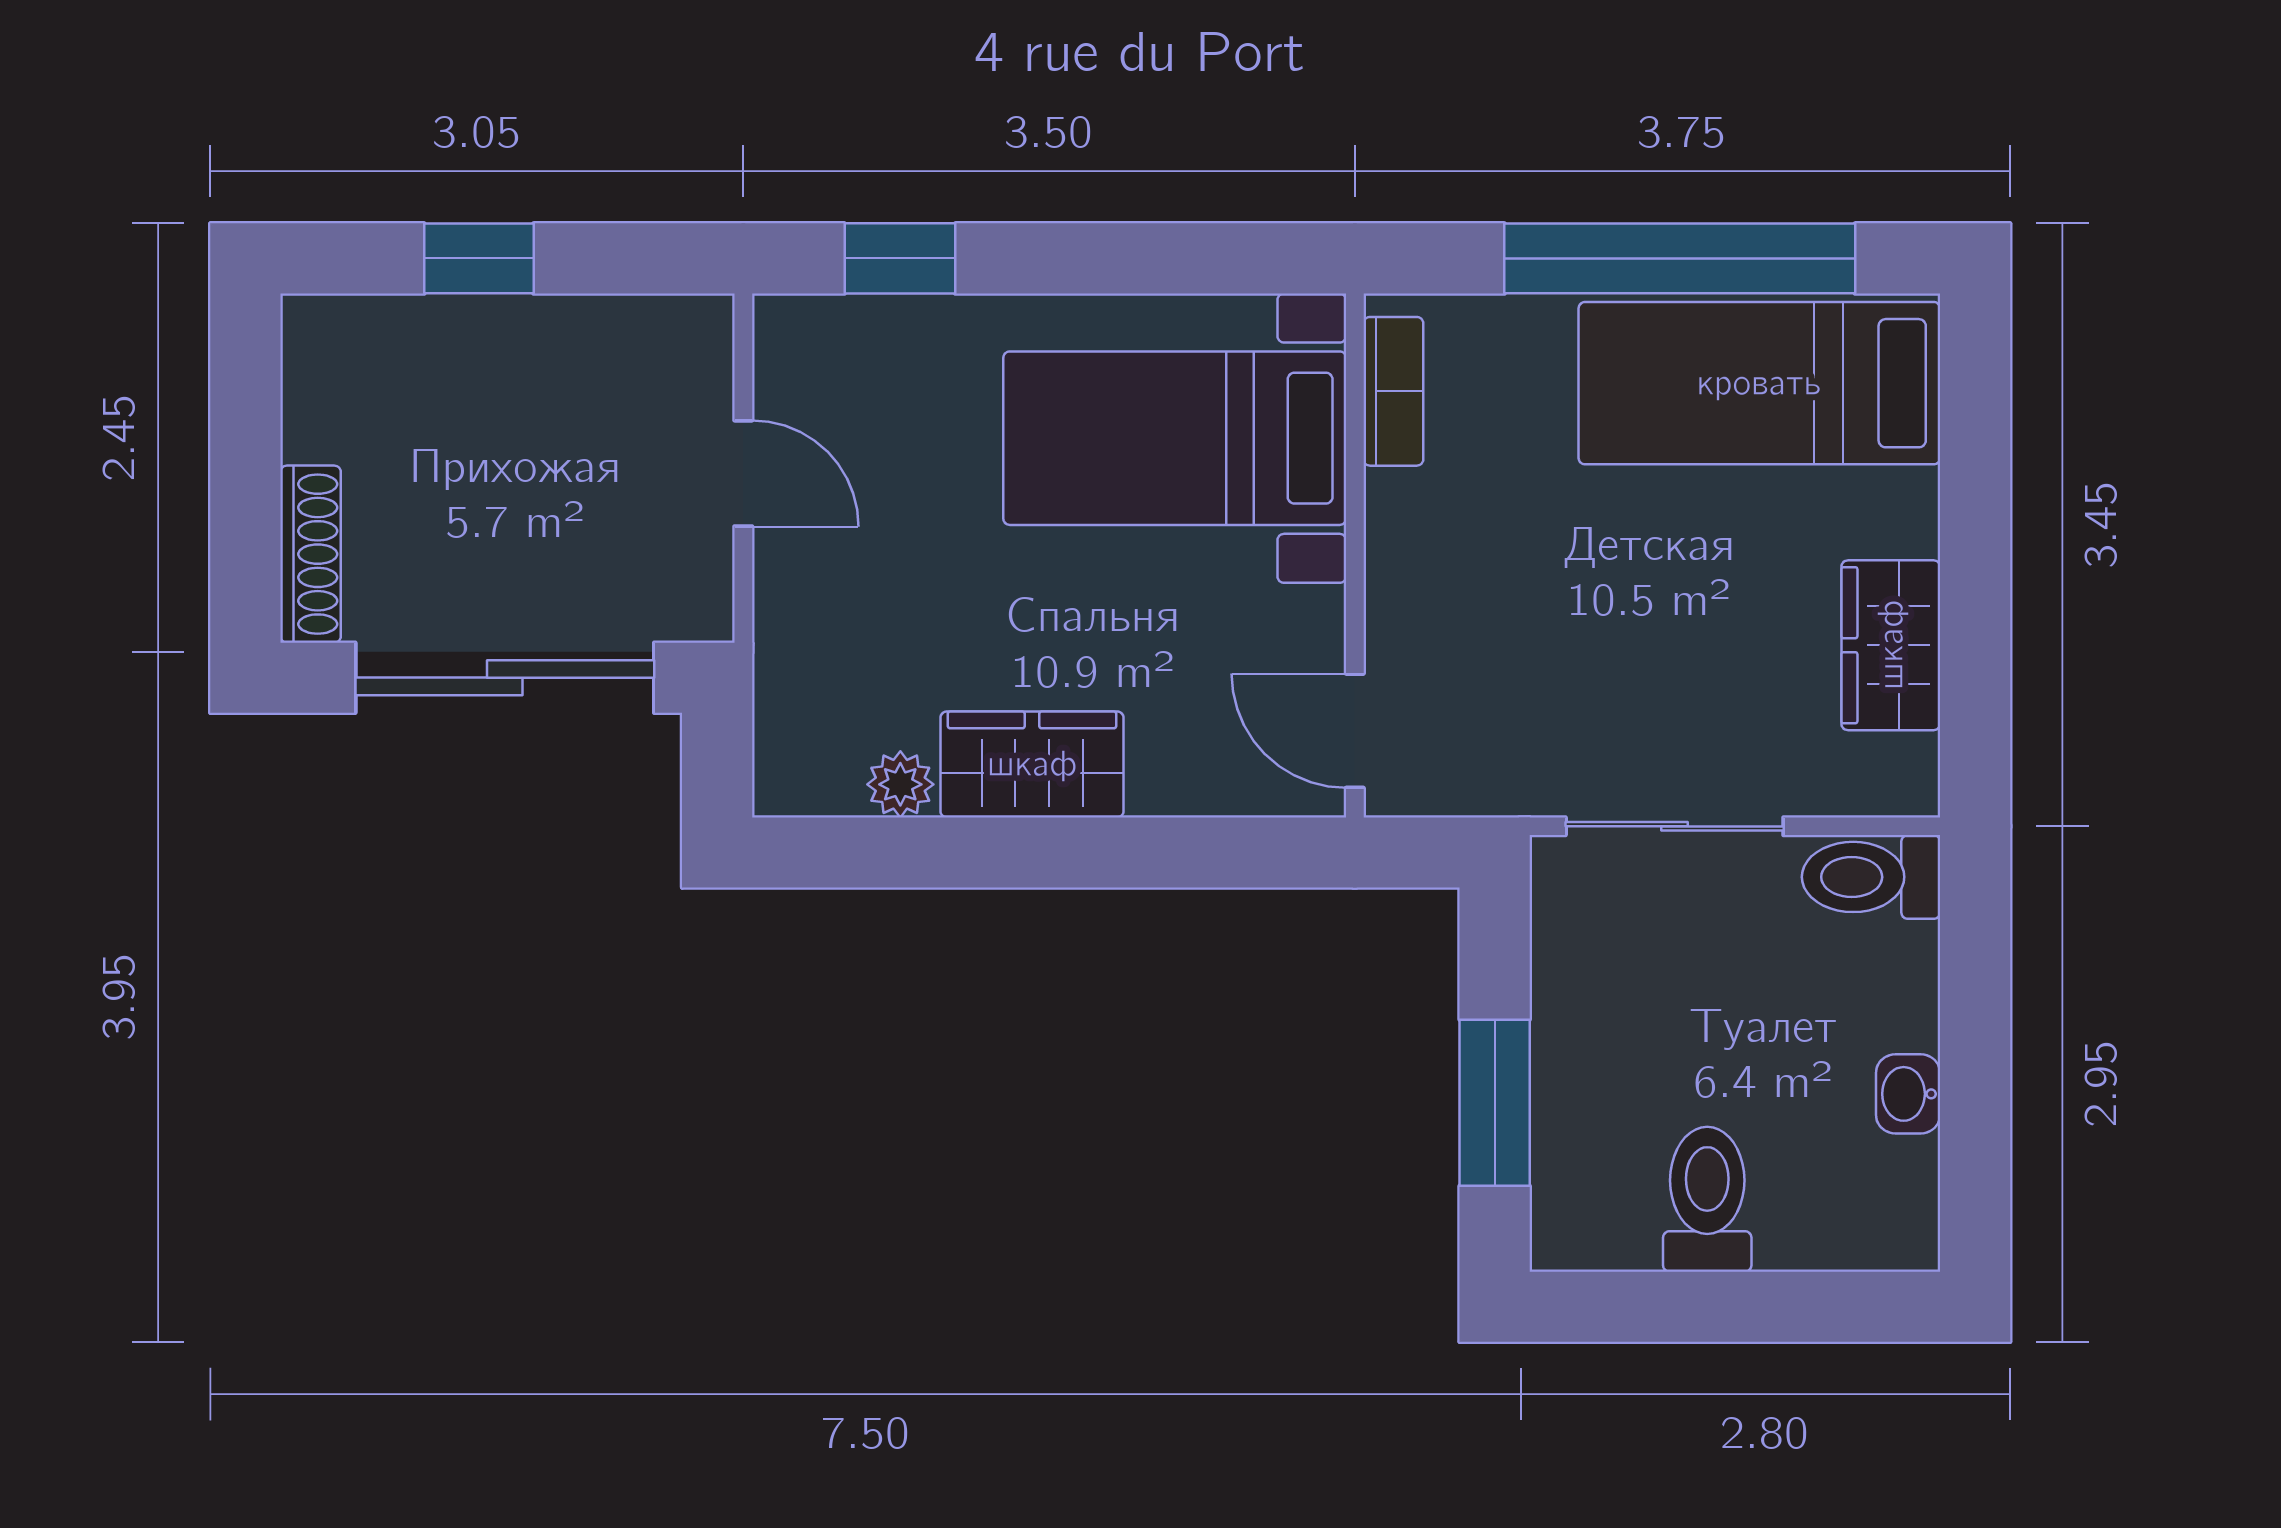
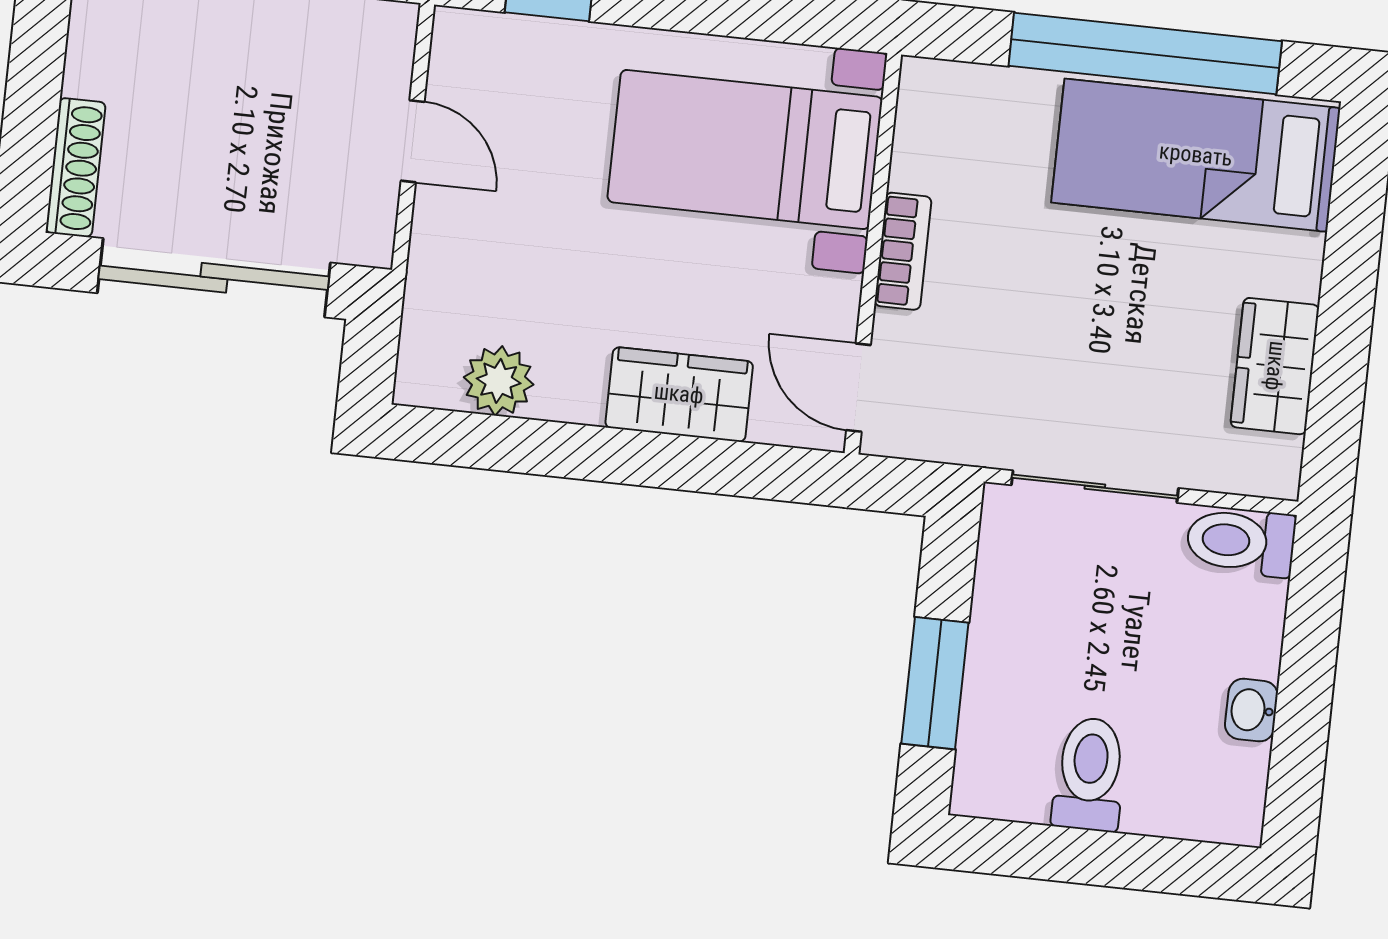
bookcase: (1393, 391) -> (903, 251), moved
wardrobe: (1032, 764) -> (679, 394), moved
plant: (900, 784) -> (499, 381), width x1.38, depth x1.38

